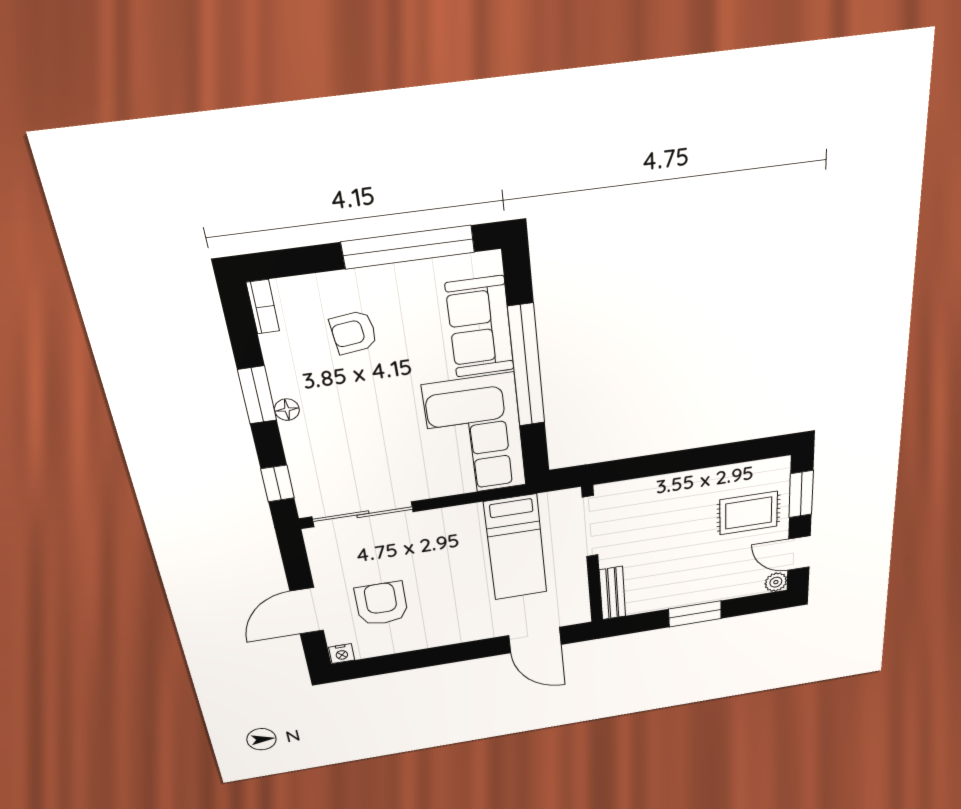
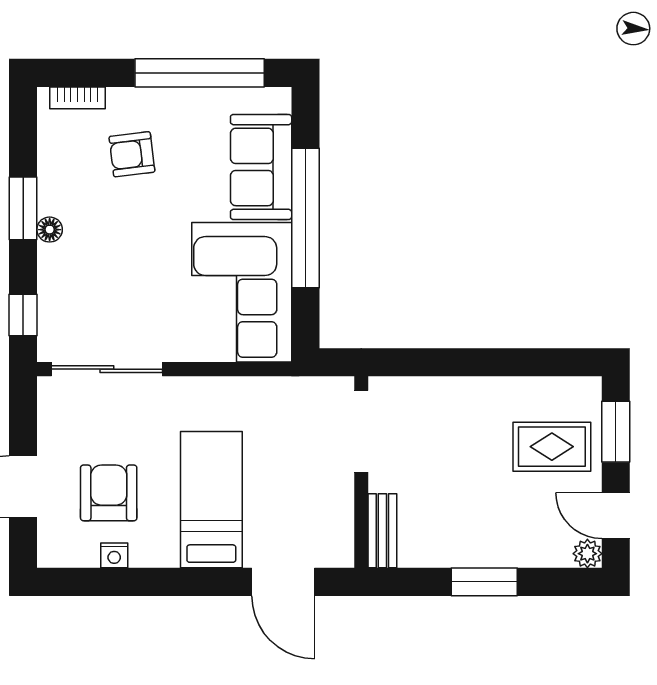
bookcase: (263, 307) -> (78, 98), moved, turned 90
bed: (516, 548) -> (211, 500), moved, turned 180
nightstand: (342, 654) -> (114, 555), moved

